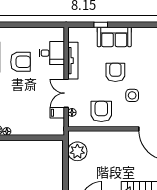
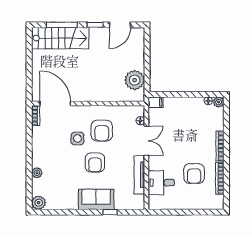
armchair: (20, 62) -> (194, 174), turned -90
armchair: (101, 111) -> (102, 131), moved
filing cabinet: (57, 113) -> (156, 102), moved

